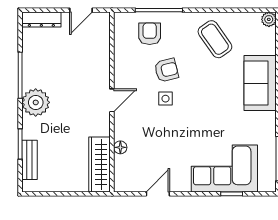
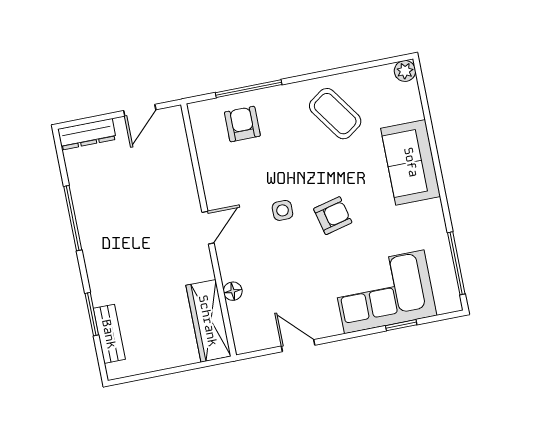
armchair: (166, 70) -> (333, 216), moved
plant: (36, 102) -> (102, 252), removed
door: (158, 194) -> (298, 346), hinge flipped

